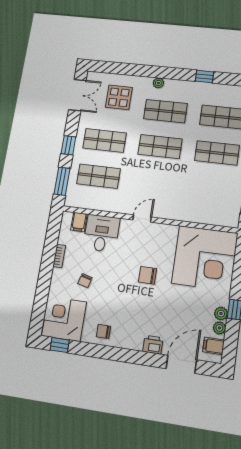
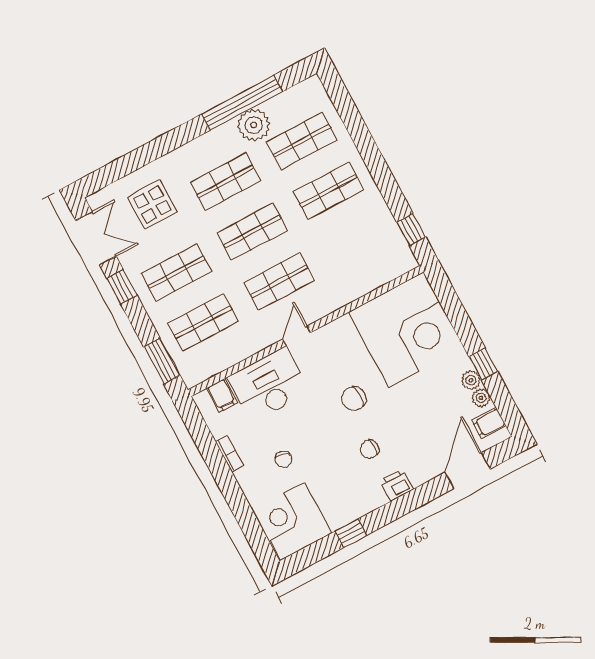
window: (205, 77) -> (242, 103), width x3.17
plant: (158, 83) -> (254, 125), moved, width x1.87, depth x1.87
window: (68, 145) -> (122, 287), moved
shop shelf: (155, 183) -> (279, 282), added
desk: (101, 233) -> (268, 385), width x1.37
chair: (103, 331) -> (370, 449), moved
window: (60, 345) -> (351, 533), moved
printer: (153, 345) -> (397, 485), moved

